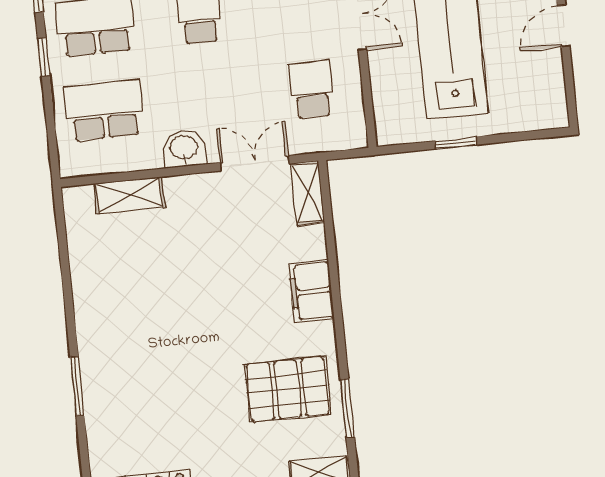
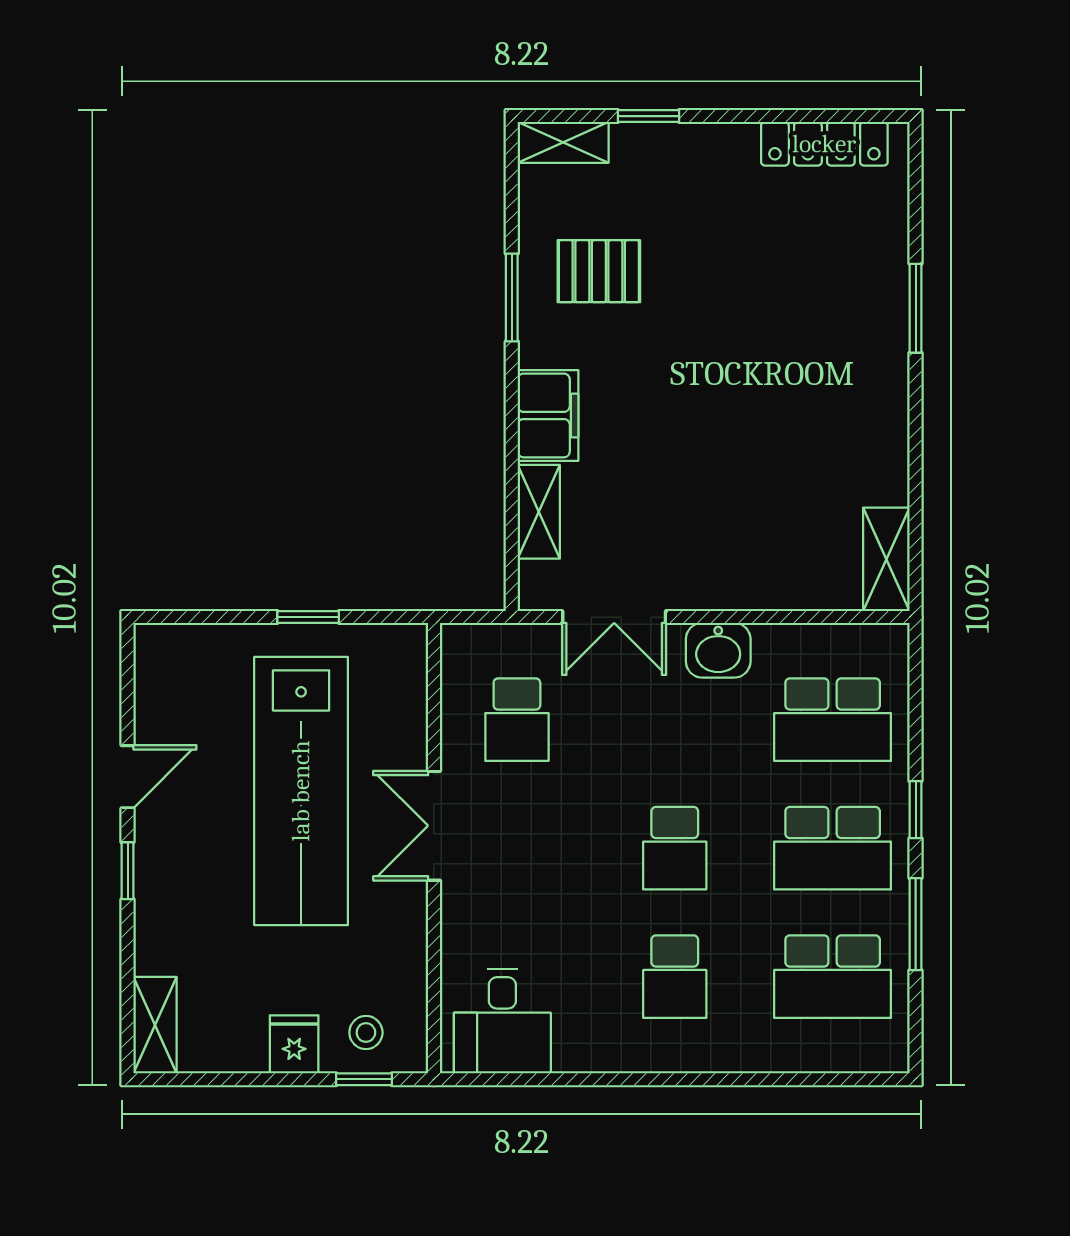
shelving: (308, 193) -> (539, 512), moved
shelving: (129, 195) -> (886, 559), moved, turned 90
pallet: (288, 389) -> (599, 271), width x0.67, depth x0.71
window: (347, 408) -> (512, 297), moved

